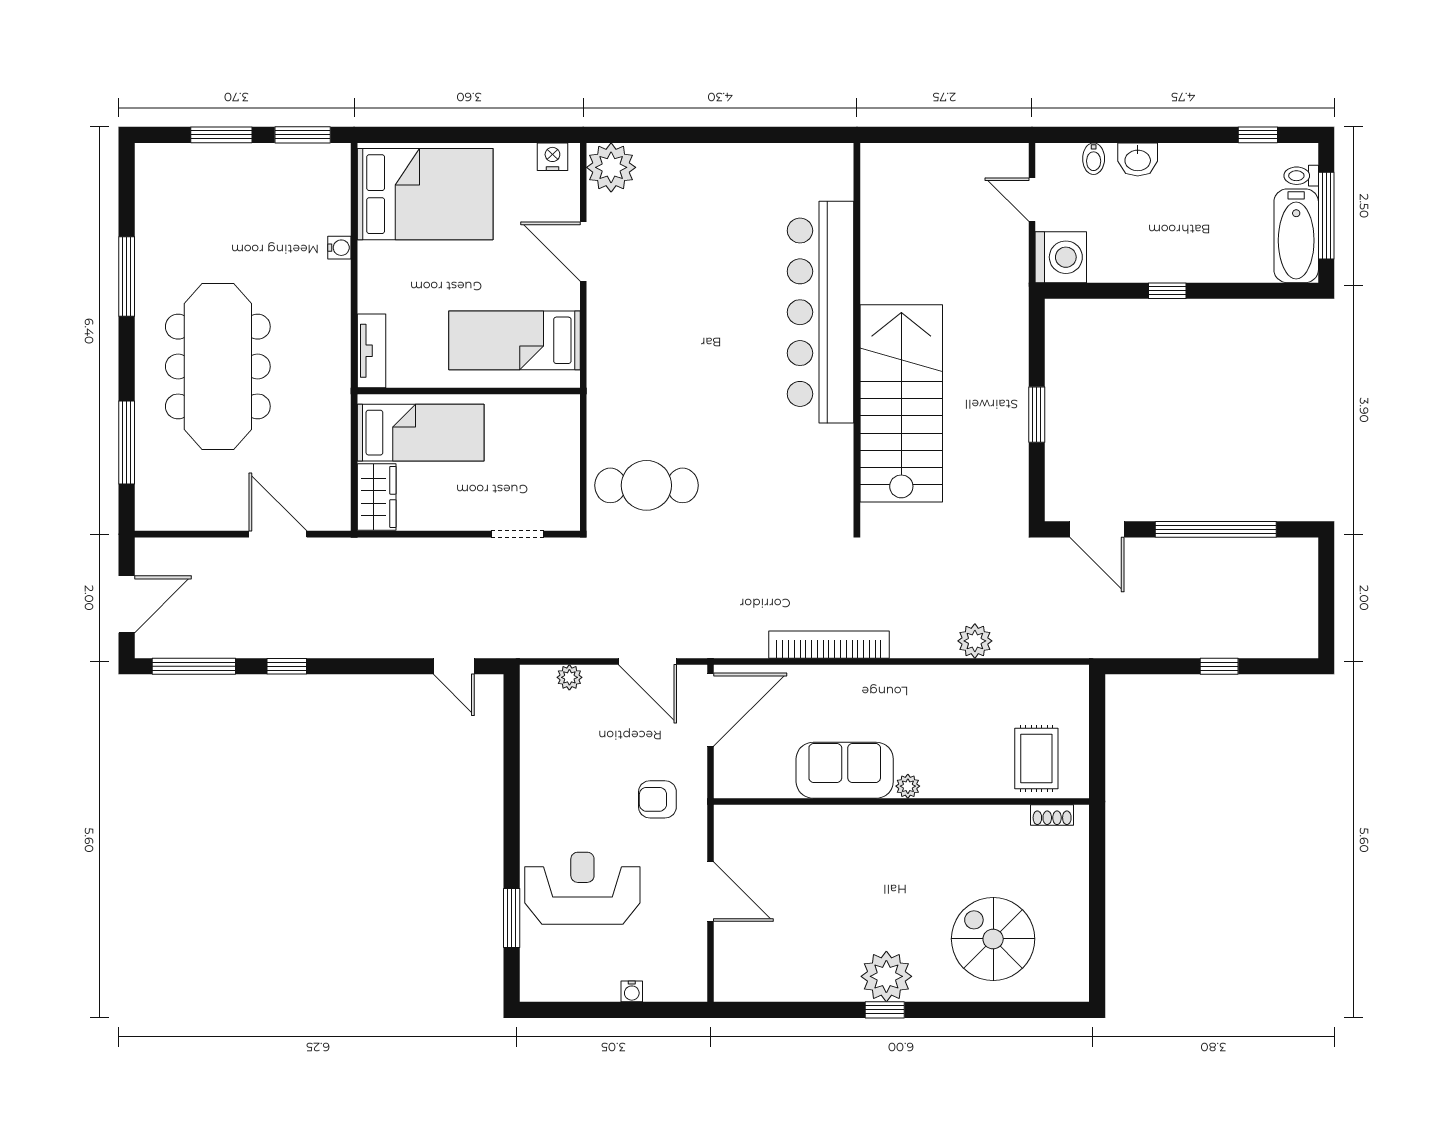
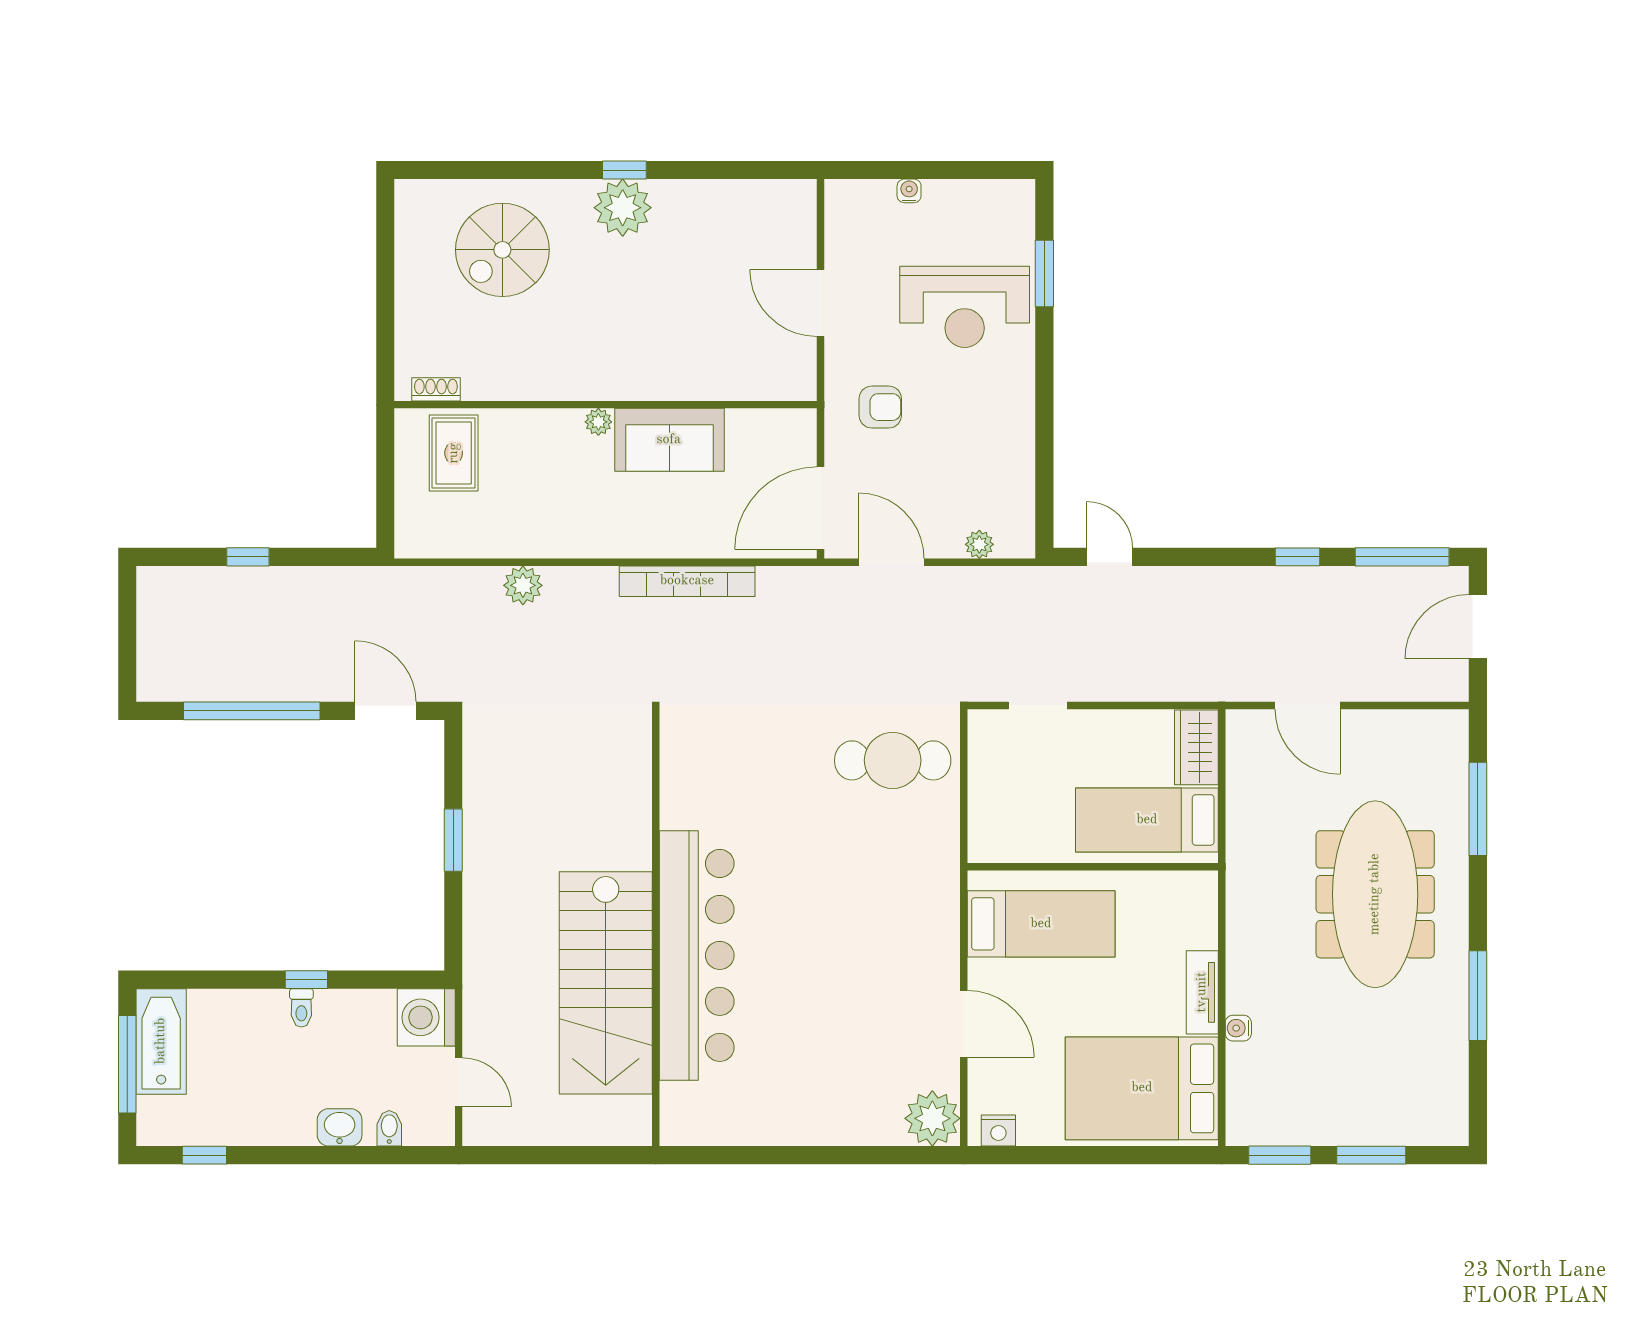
toilet: (1301, 176) -> (301, 1008), moved, turned 90
tv unit: (371, 351) -> (1202, 992), moved
stairs: (901, 403) -> (606, 983), moved
spiral stairs: (993, 939) -> (502, 250), turned 90

